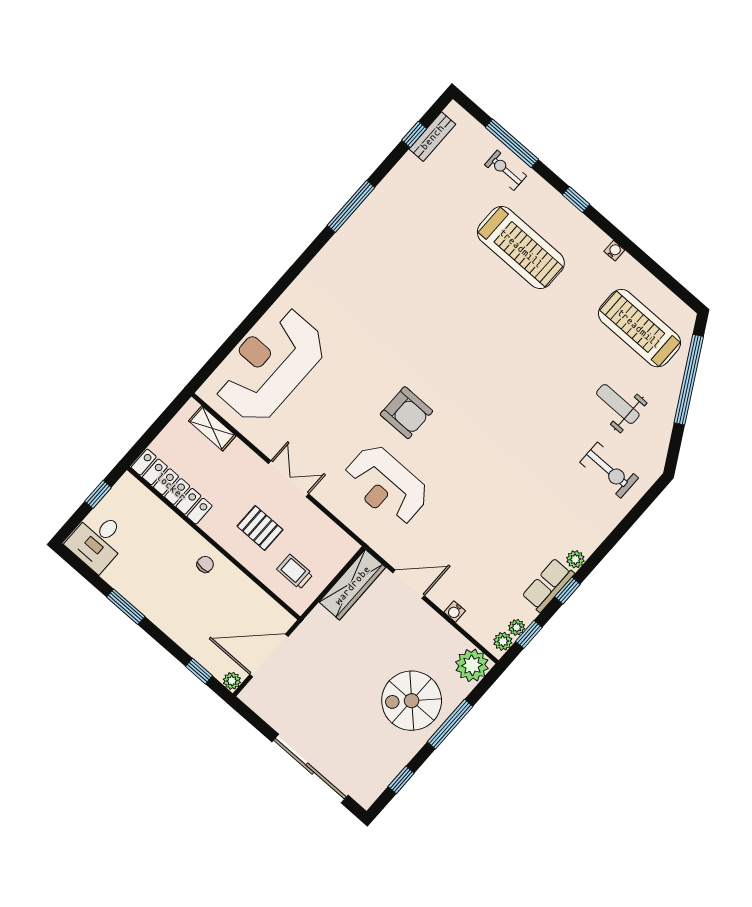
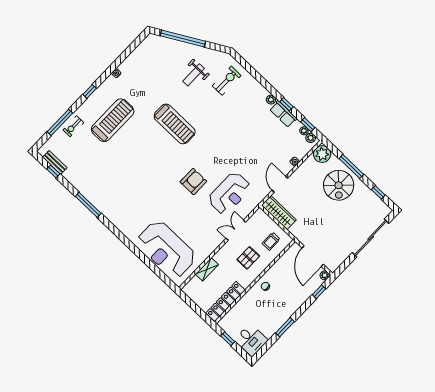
treadmill: (639, 328) -> (175, 124), moved, turned -90
shelving: (212, 428) -> (207, 269), moved
double door: (289, 479) -> (236, 230), moved

